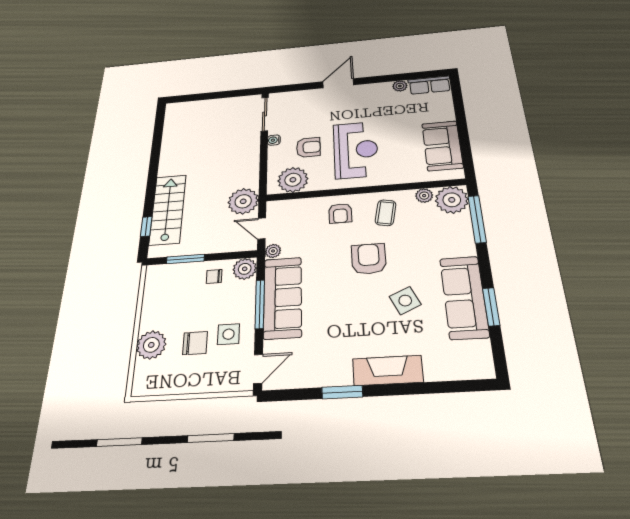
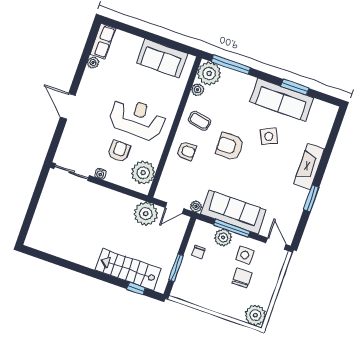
plant: (245, 269) -> (223, 237), moved
plant: (151, 345) -> (255, 315), moved

